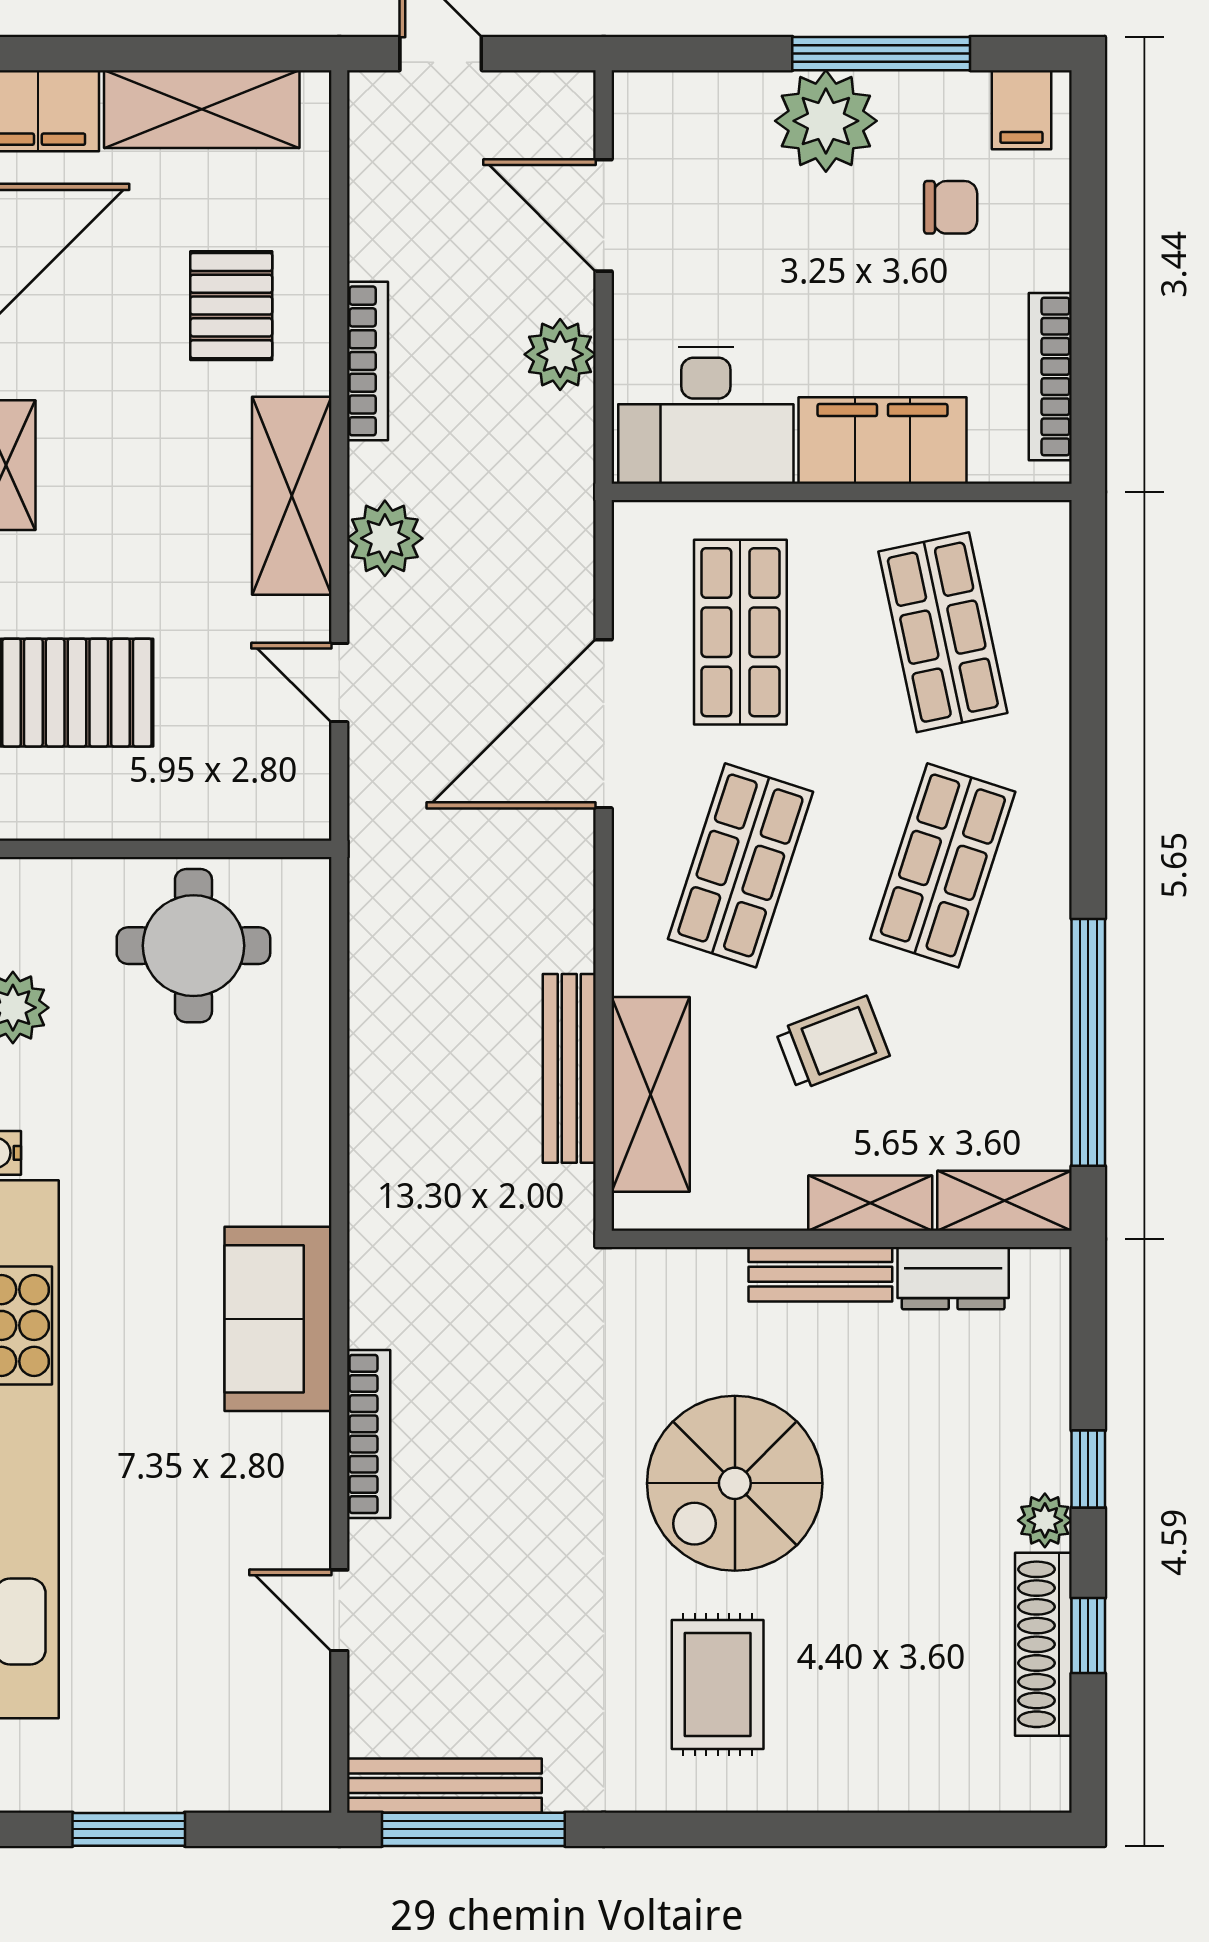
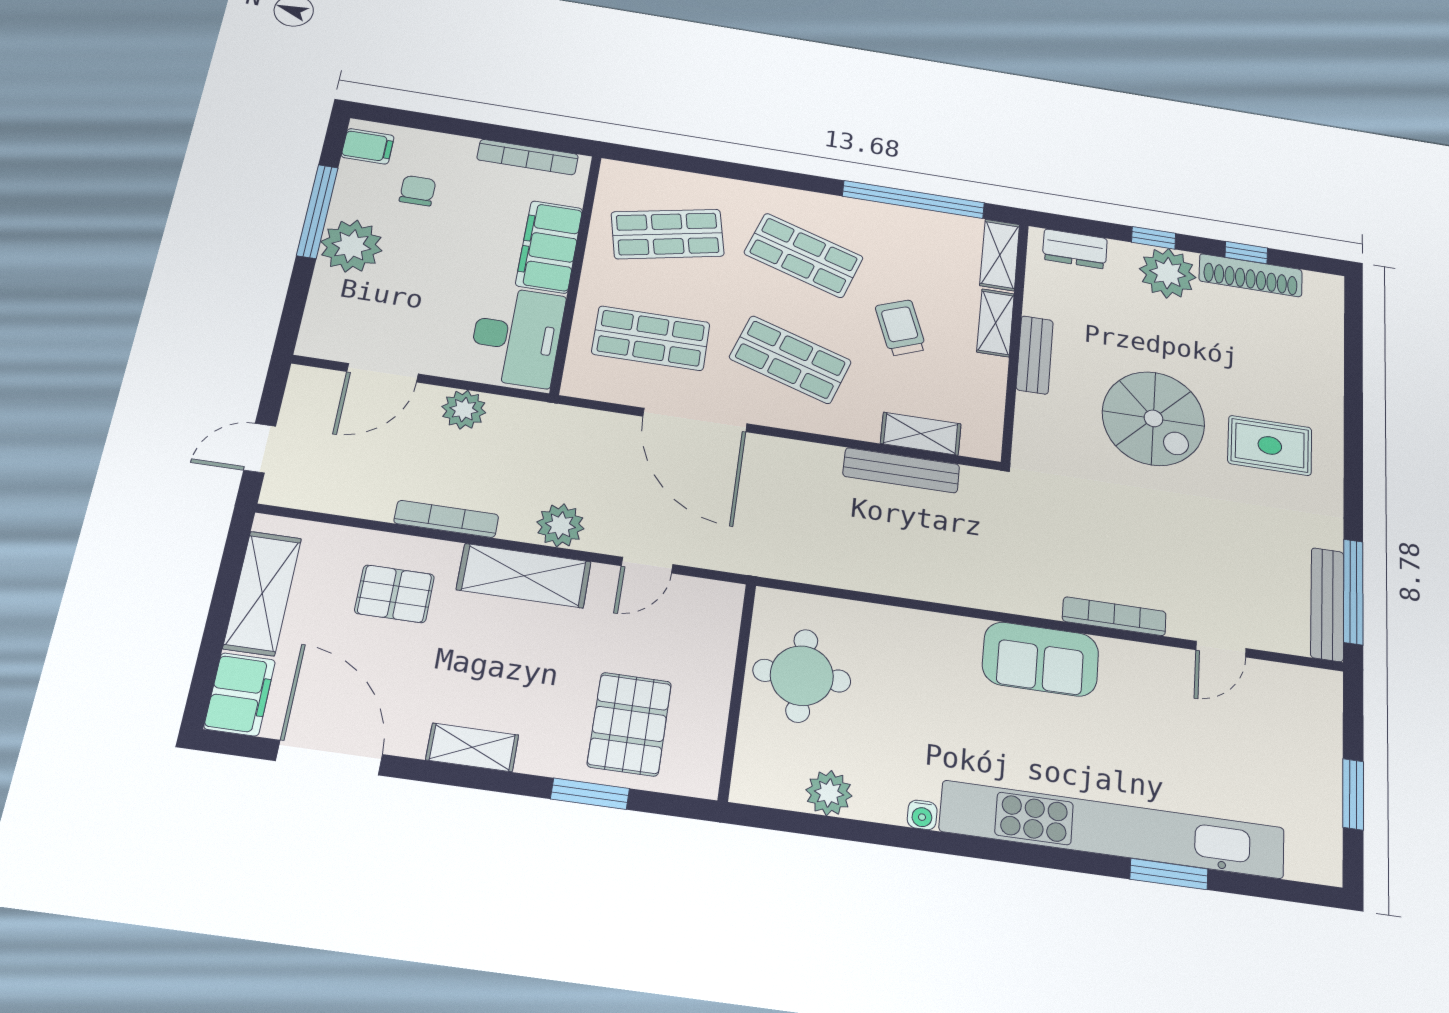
shelving: (651, 1094) -> (921, 434), width x0.67, depth x0.75
dresser: (953, 1278) -> (1075, 249), moved, turned 90
plant: (1045, 1520) -> (1168, 273), width x1.88, depth x1.88

